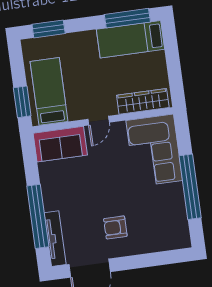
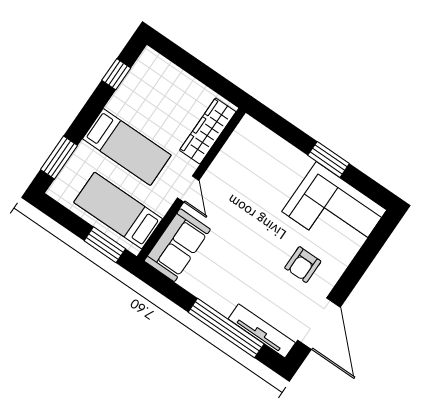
window: (127, 18) -> (116, 74), width x0.46
bed: (130, 39) -> (127, 147), moved, turned -90
corner sofa: (154, 150) -> (334, 211), moved
window: (190, 187) -> (329, 159), width x0.47

